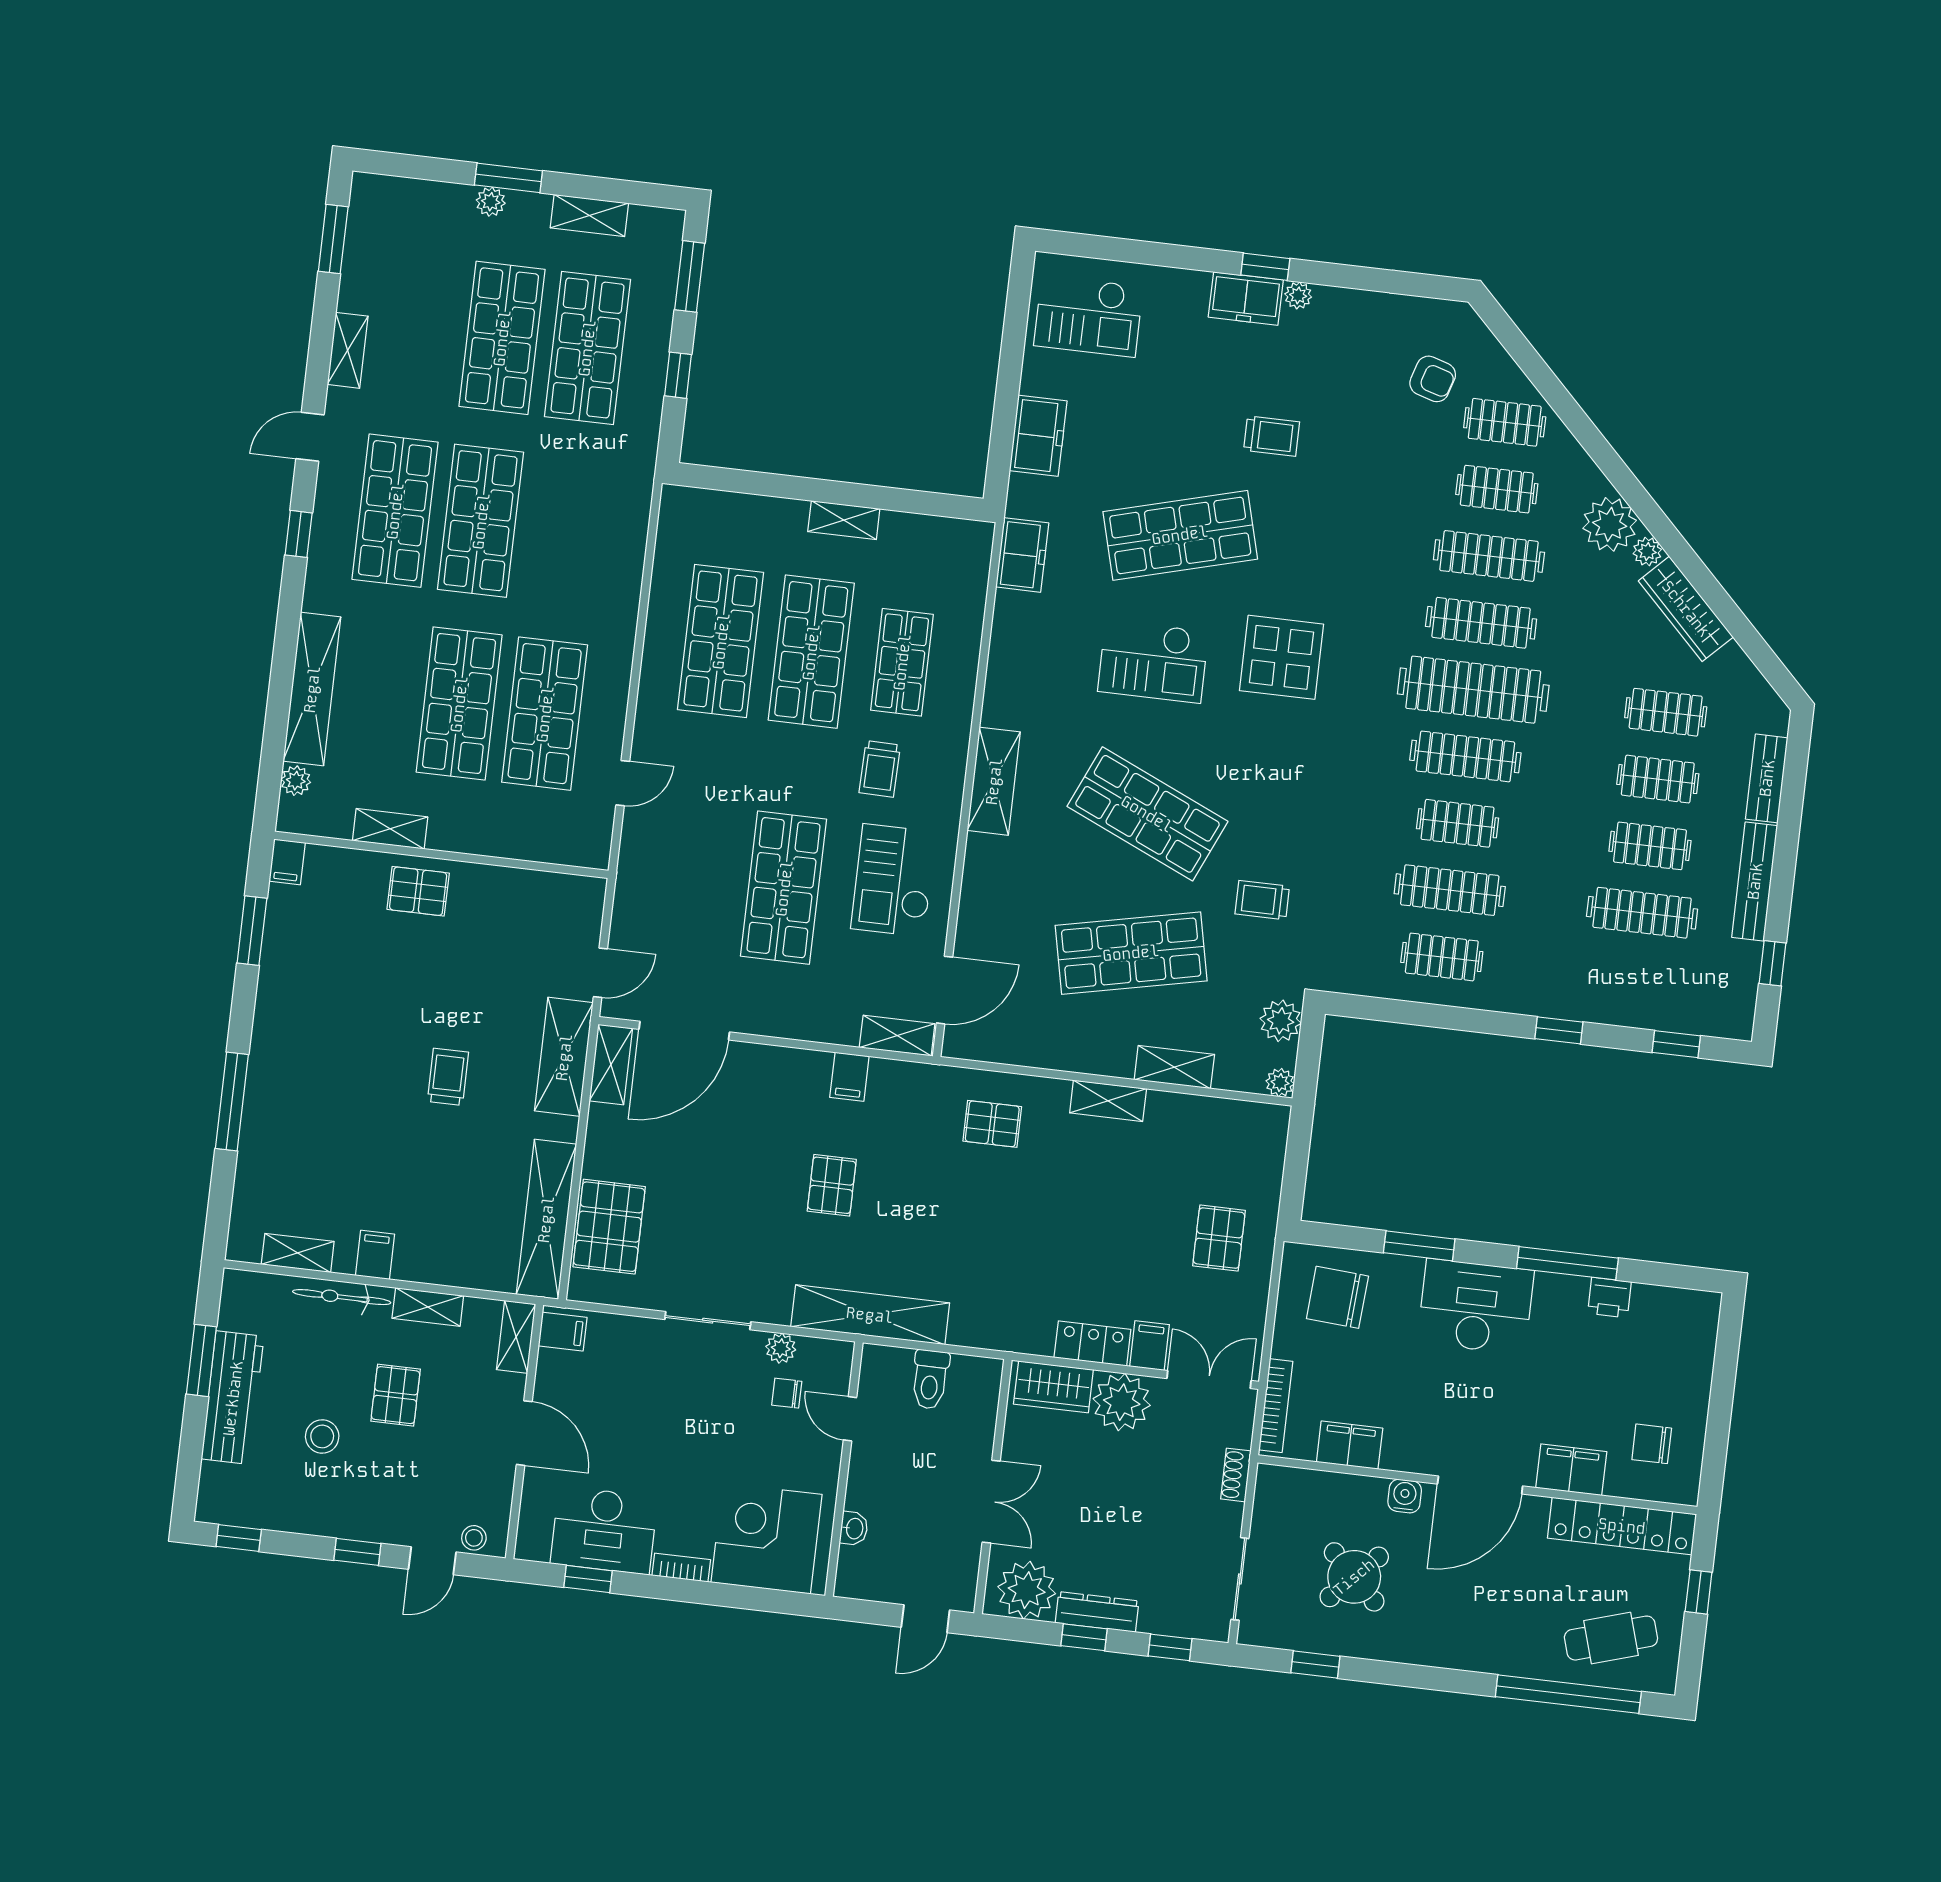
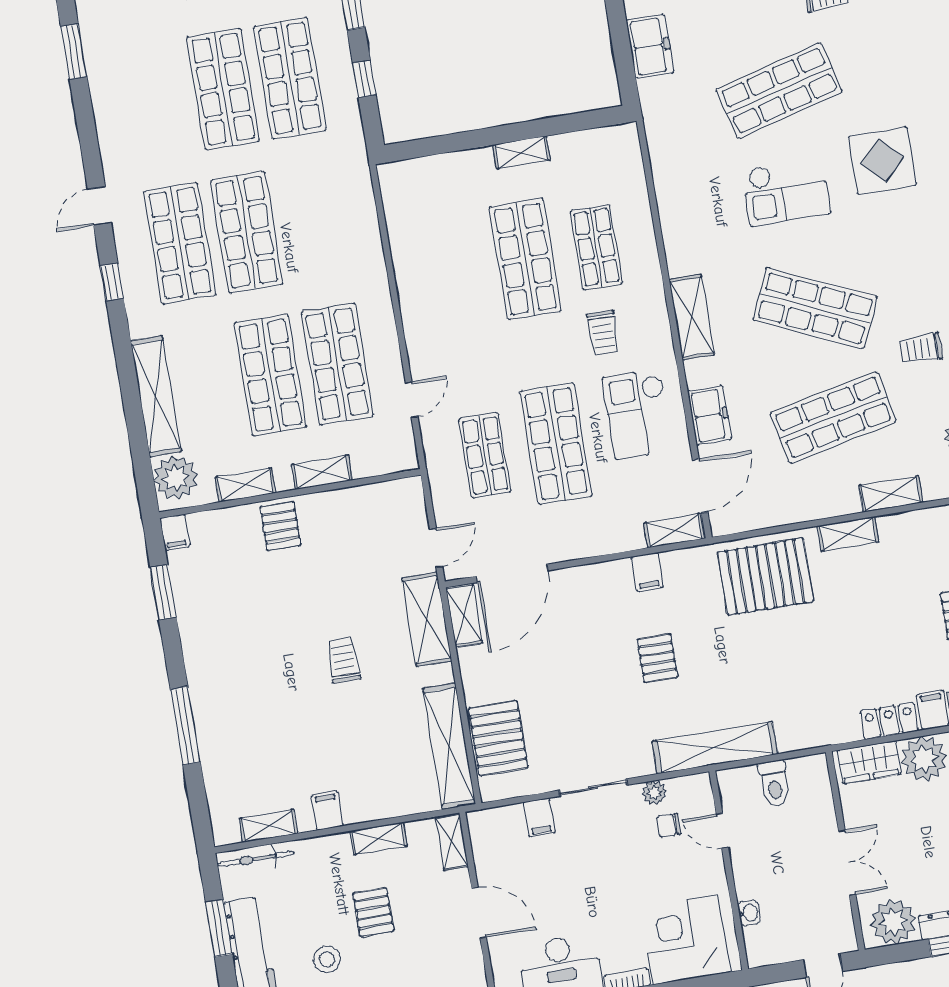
shelving: (348, 350) -> (322, 472), moved, turned 90
freezer: (1022, 555) -> (709, 415), moved
shop shelf: (721, 641) -> (485, 455), moved, width x0.70, depth x0.74
plant: (296, 781) -> (176, 478), width x1.87, depth x1.87
pallet: (418, 891) -> (280, 526), turned 90
pallet: (992, 1124) -> (765, 577), width x2.05, depth x2.00
bicycle: (342, 1297) -> (256, 859), moved
filing cabinet: (563, 1332) -> (539, 817), moved, turned 90

